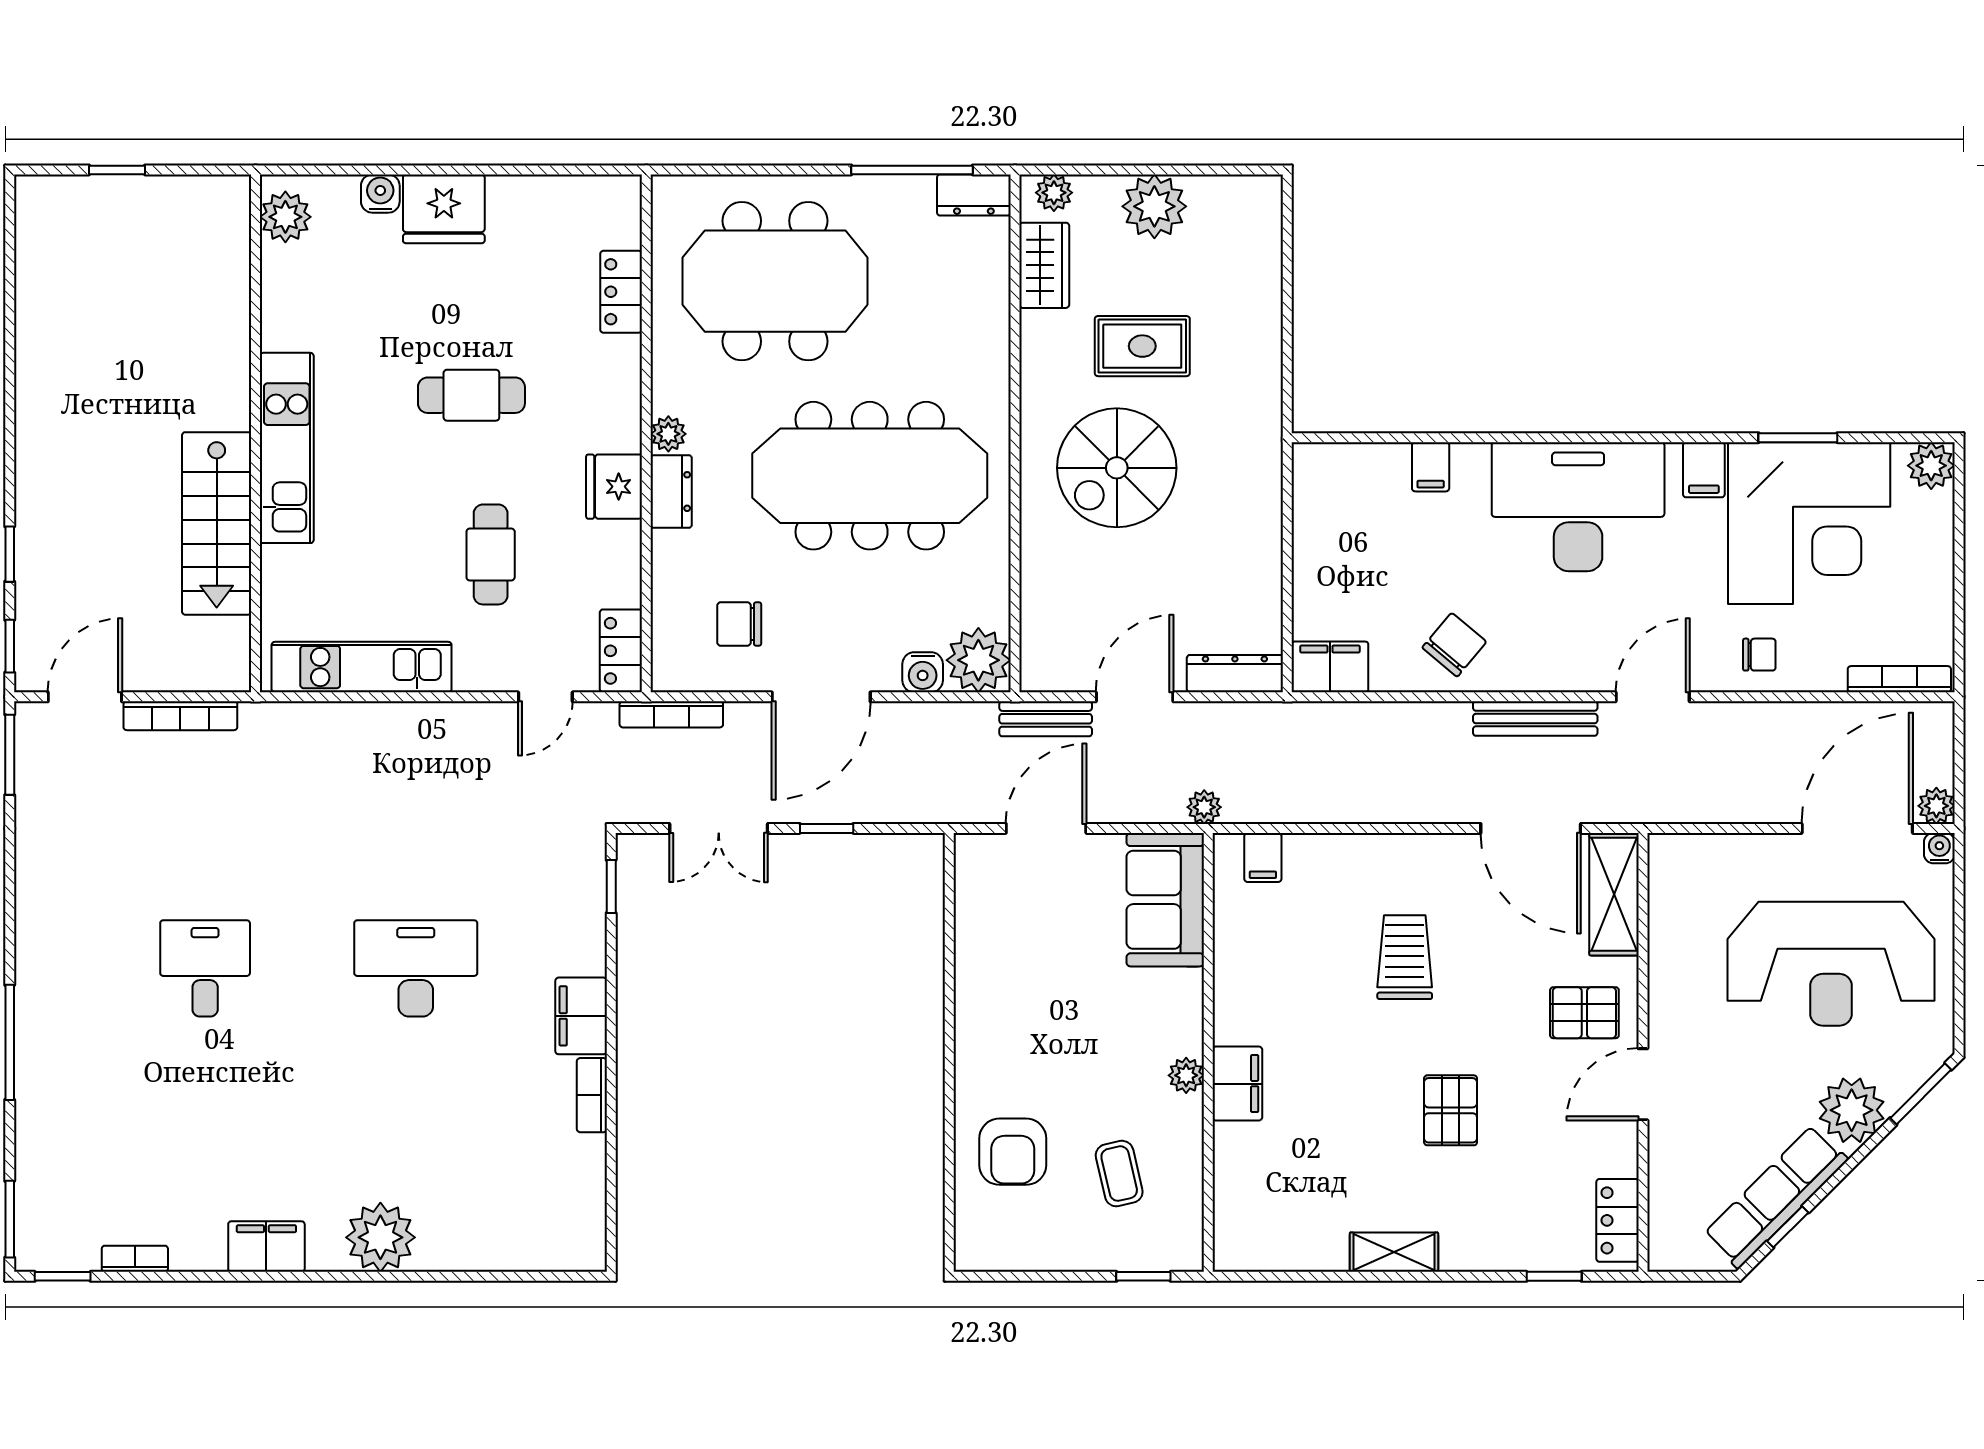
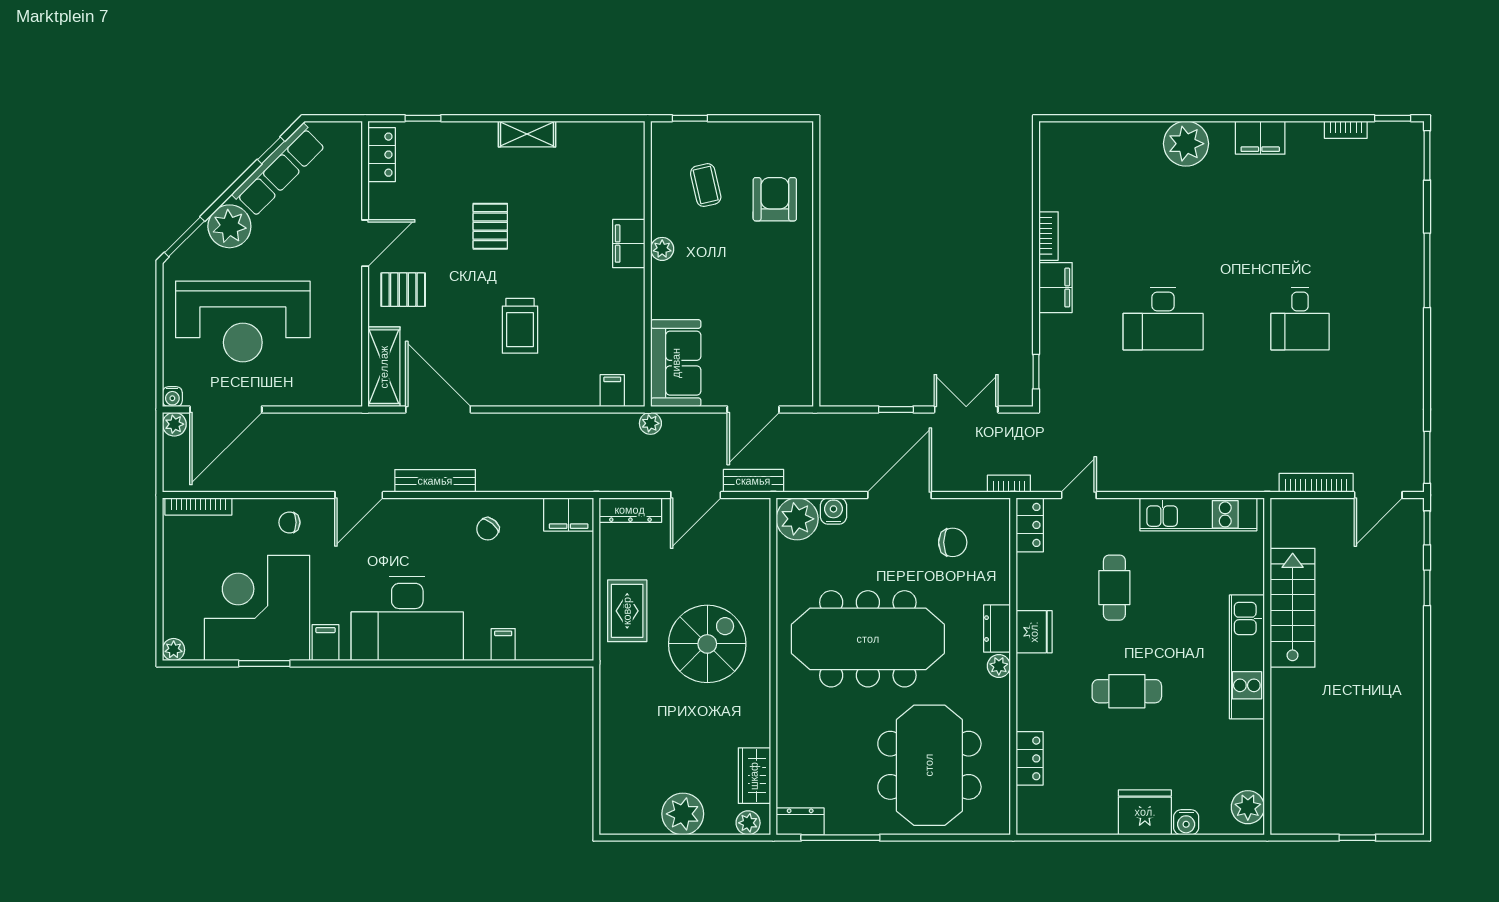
meeting table: (775, 281) -> (929, 765), turned 90
rug: (1142, 346) -> (627, 611), moved, turned 90
plant: (1931, 466) -> (174, 650), width x0.73, depth x0.73
chair: (1454, 645) -> (488, 529), width x0.73, depth x0.73
bookcase: (671, 714) -> (1009, 484), width x0.64
reception desk: (1831, 964) -> (243, 321), turned 180

